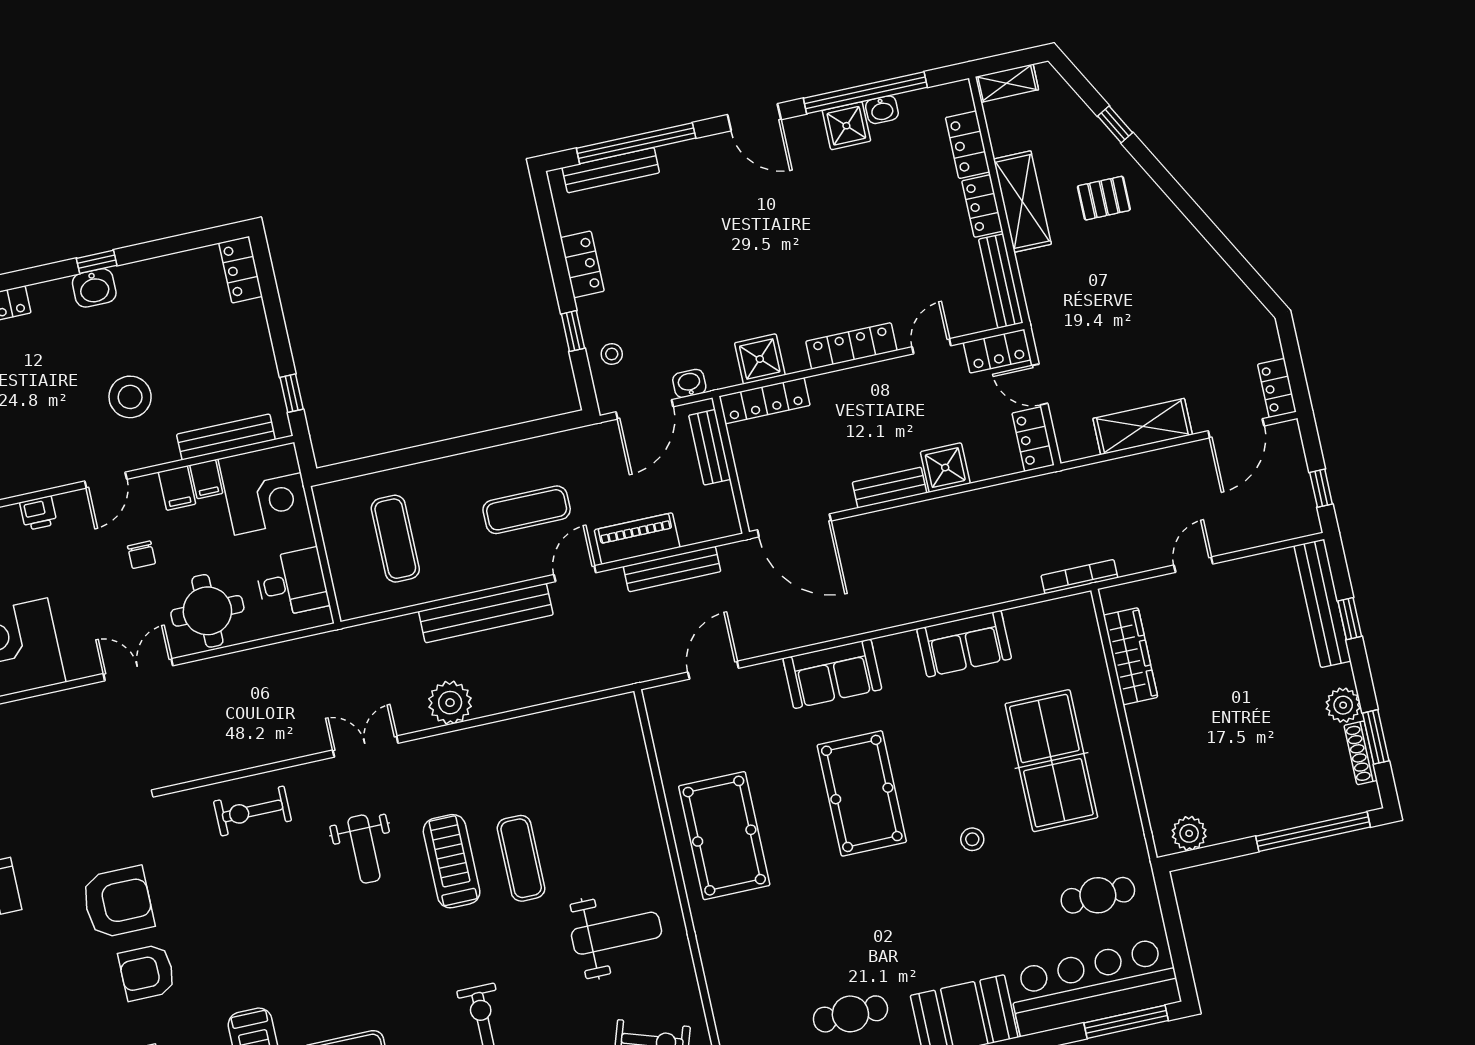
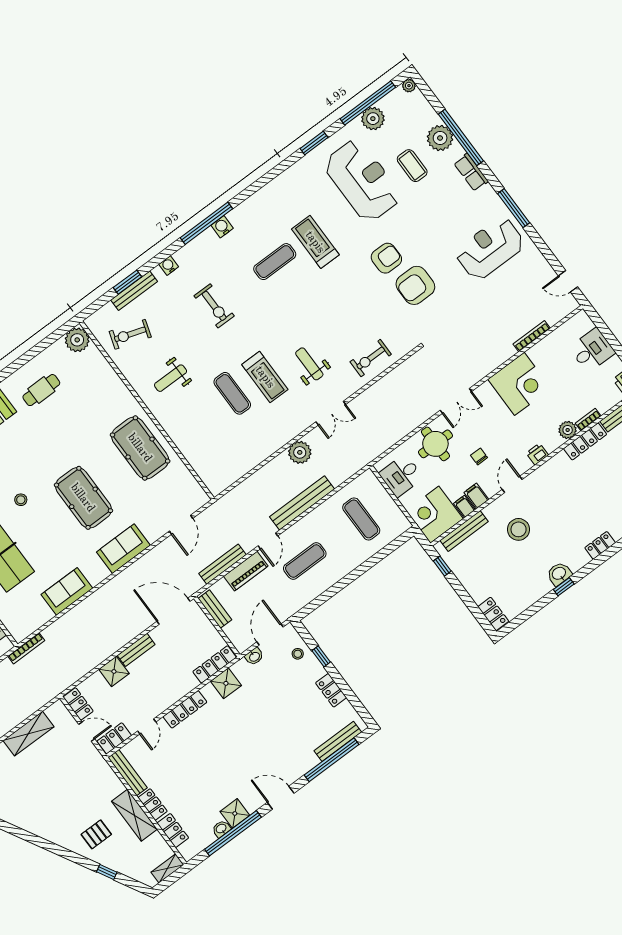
bench: (710, 447) -> (215, 609), moved
exercise bike: (253, 811) -> (371, 358), turned 180
weight bench: (616, 933) -> (171, 378), width x0.73, depth x0.75

